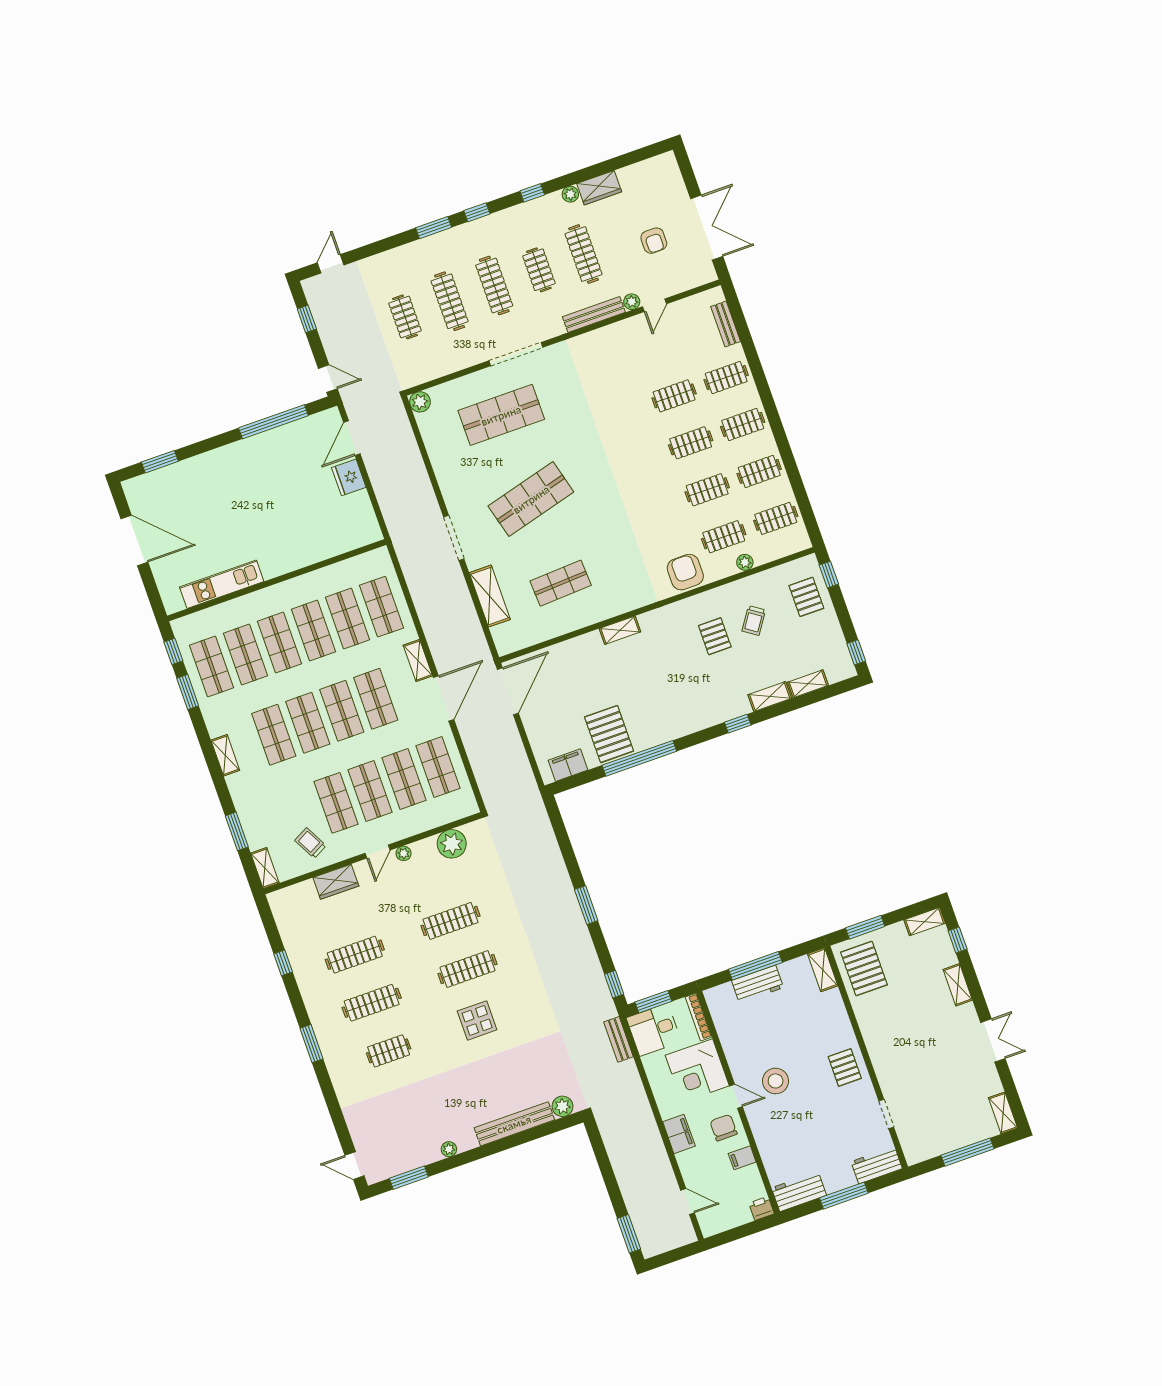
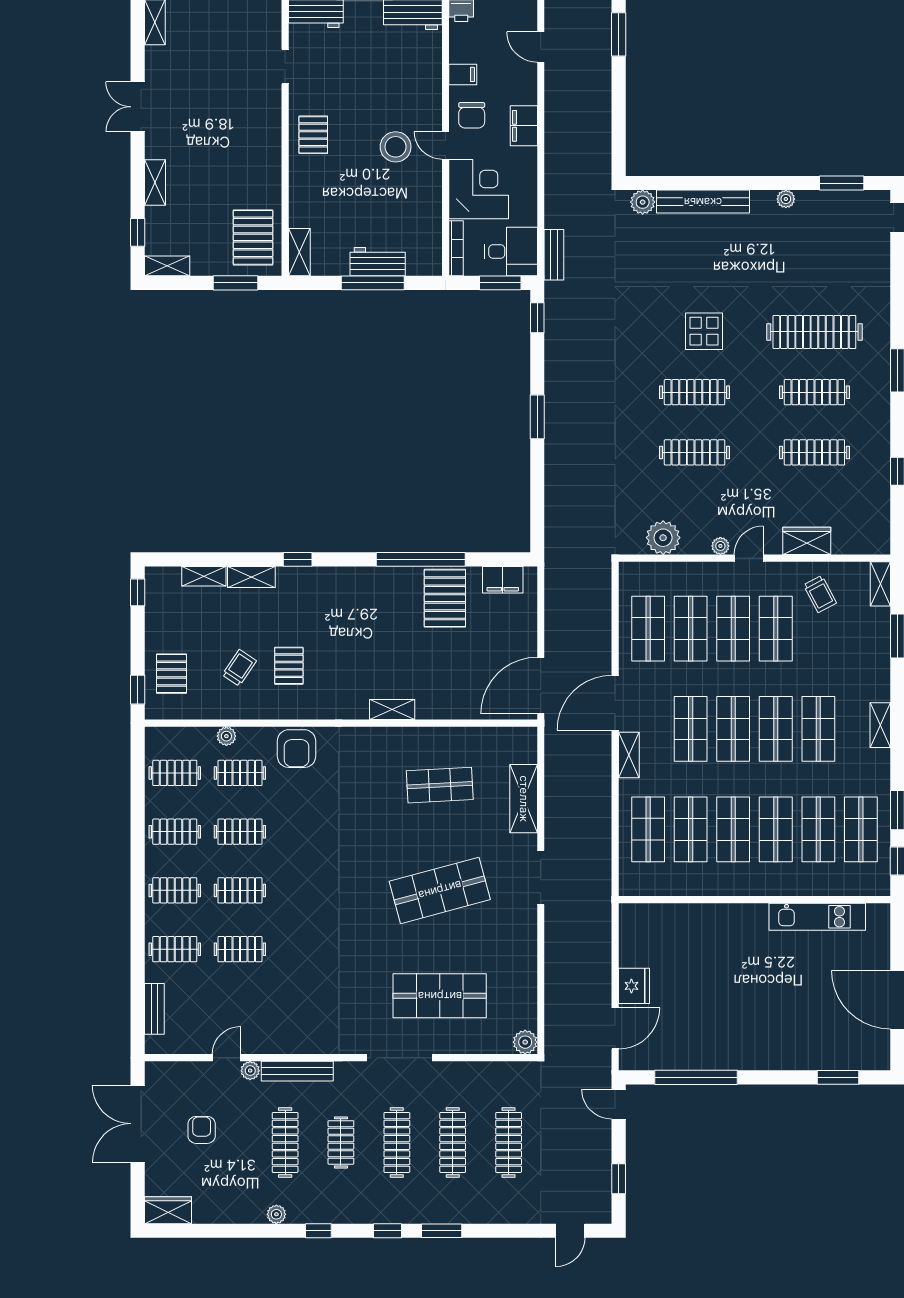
wardrobe: (599, 188) -> (168, 1210), moved
clothes rail: (405, 317) -> (509, 1142), width x1.36
clothes rail: (389, 1051) -> (814, 332), width x1.86, depth x1.31

